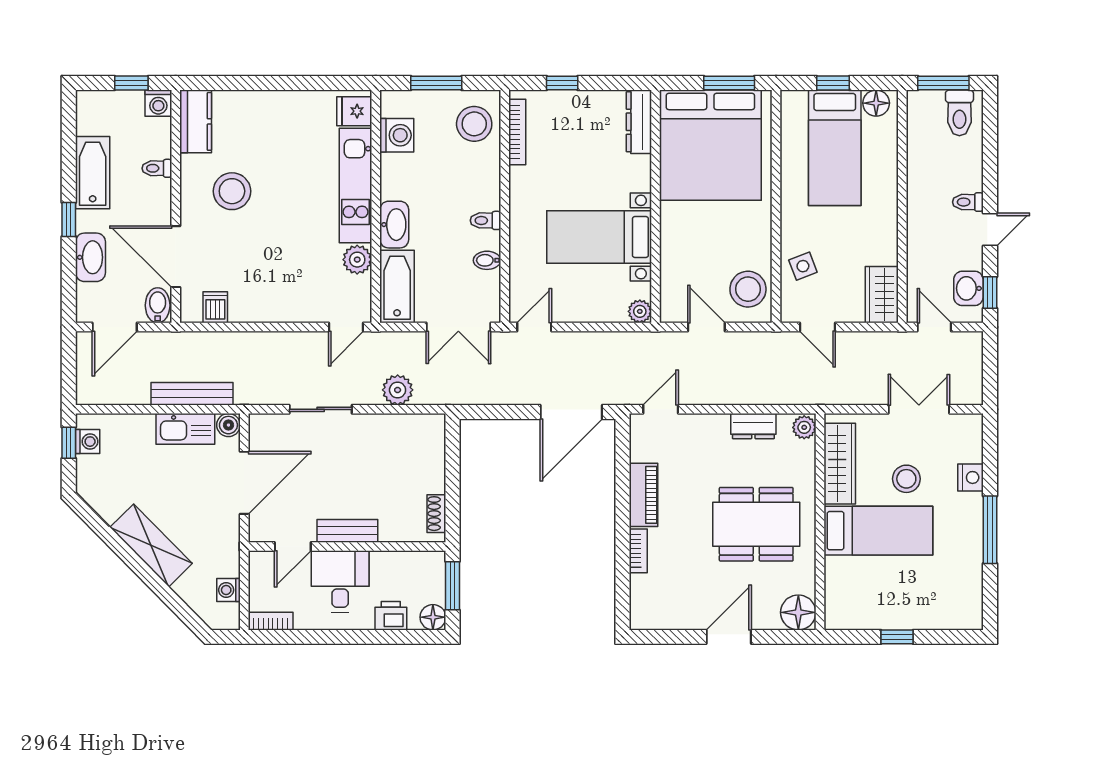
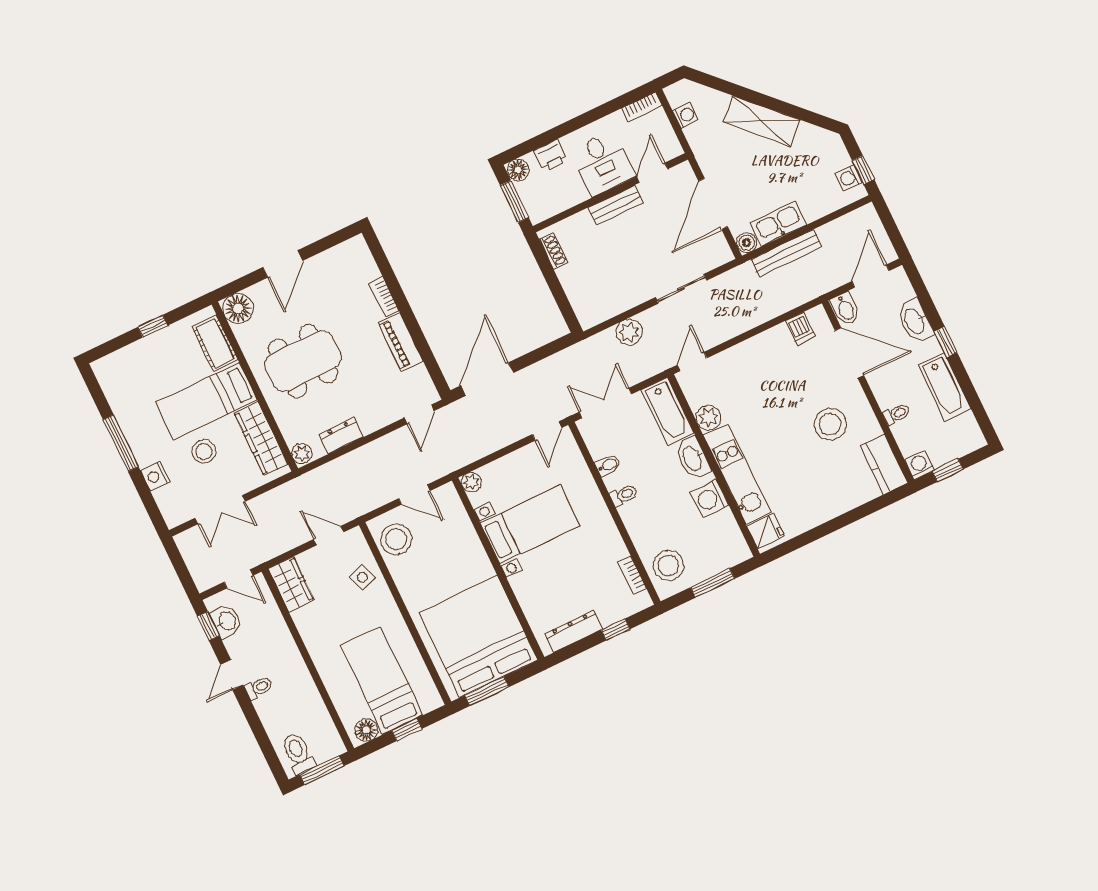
dresser: (639, 122) -> (573, 631), moved, turned -90
bookcase: (517, 132) -> (632, 575), width x0.64
washing machine: (397, 135) -> (710, 499), moved
cot: (840, 588) -> (215, 343), added

